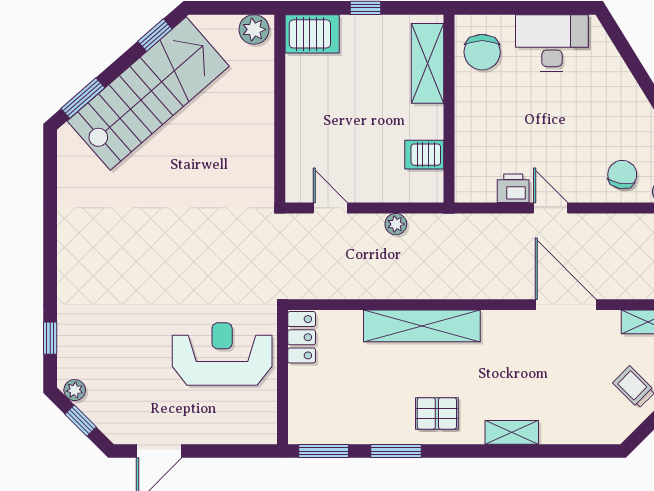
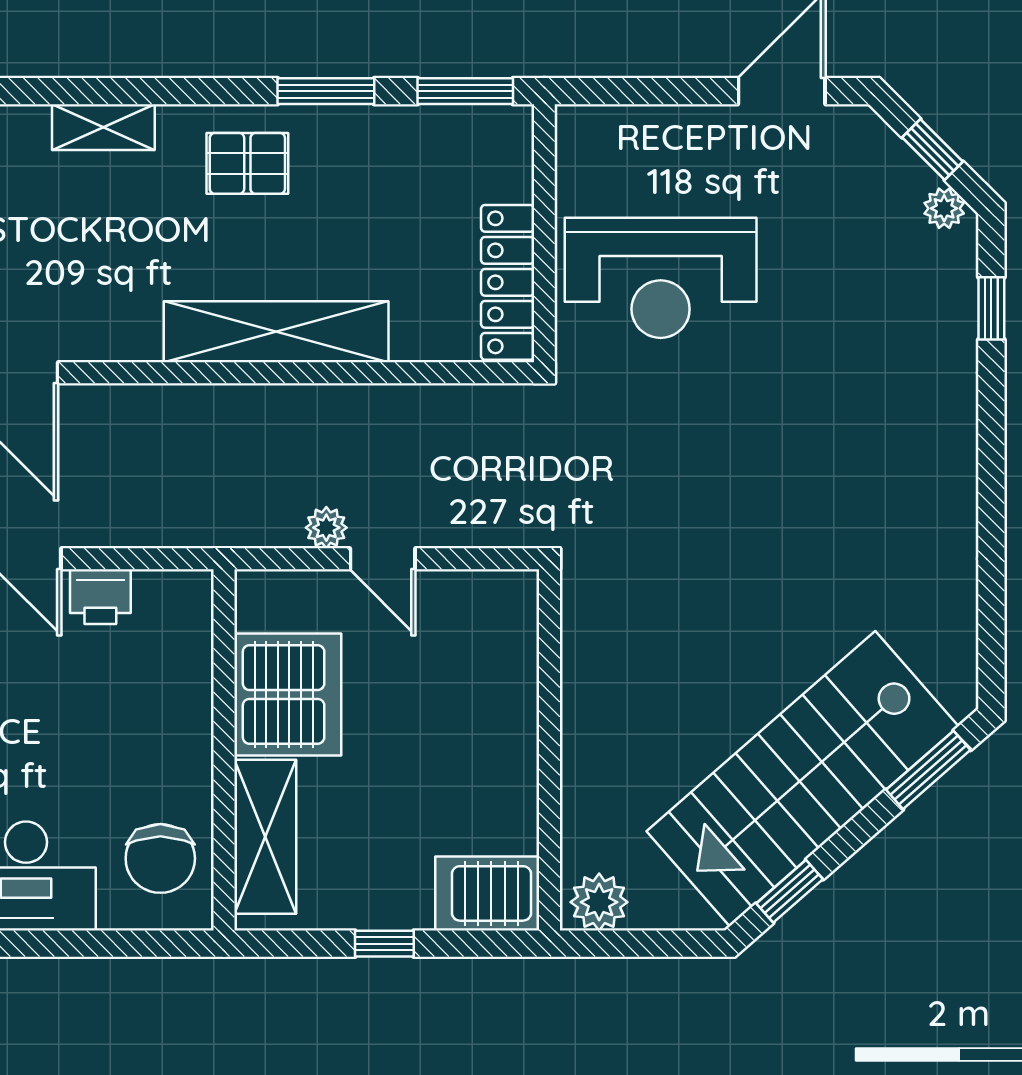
chair: (482, 52) -> (160, 858), turned 180
server rack: (424, 155) -> (288, 694), width x2.18, depth x1.44
door: (330, 208) -> (383, 559), moved
locker: (302, 337) -> (508, 282), width x1.53

